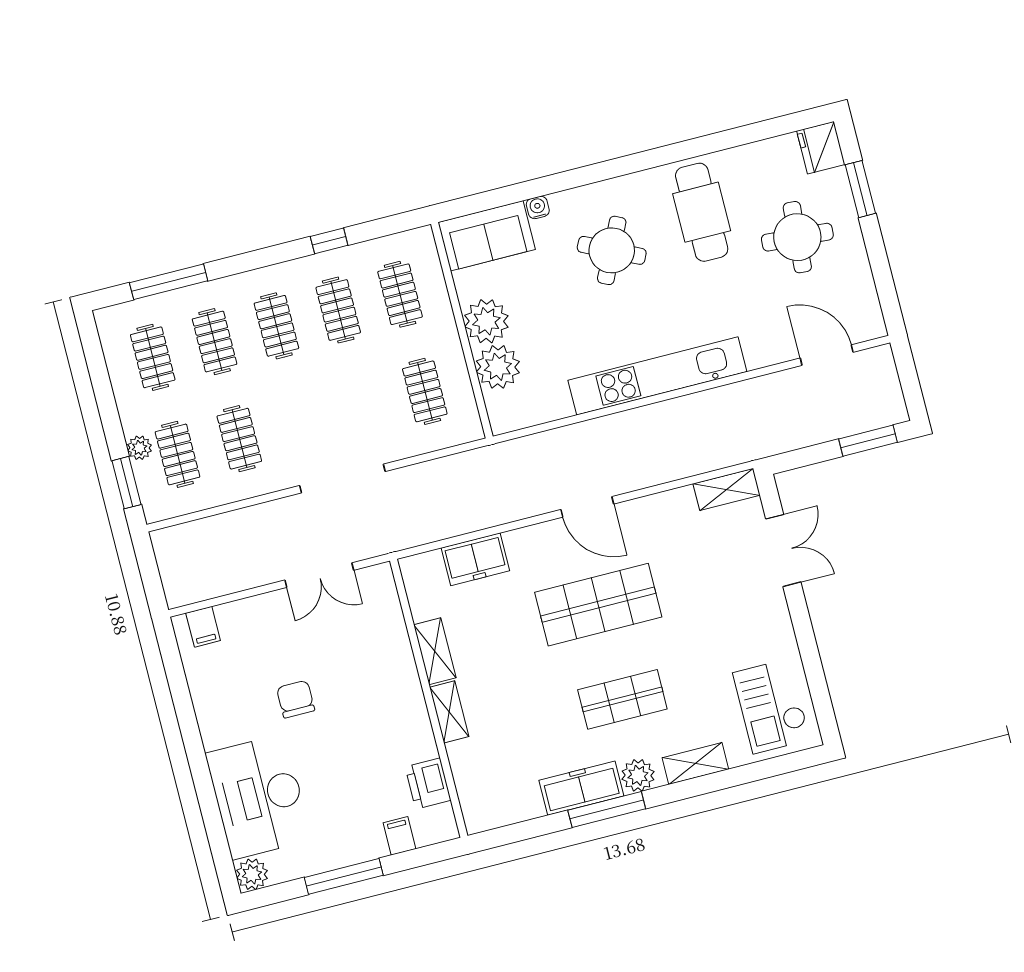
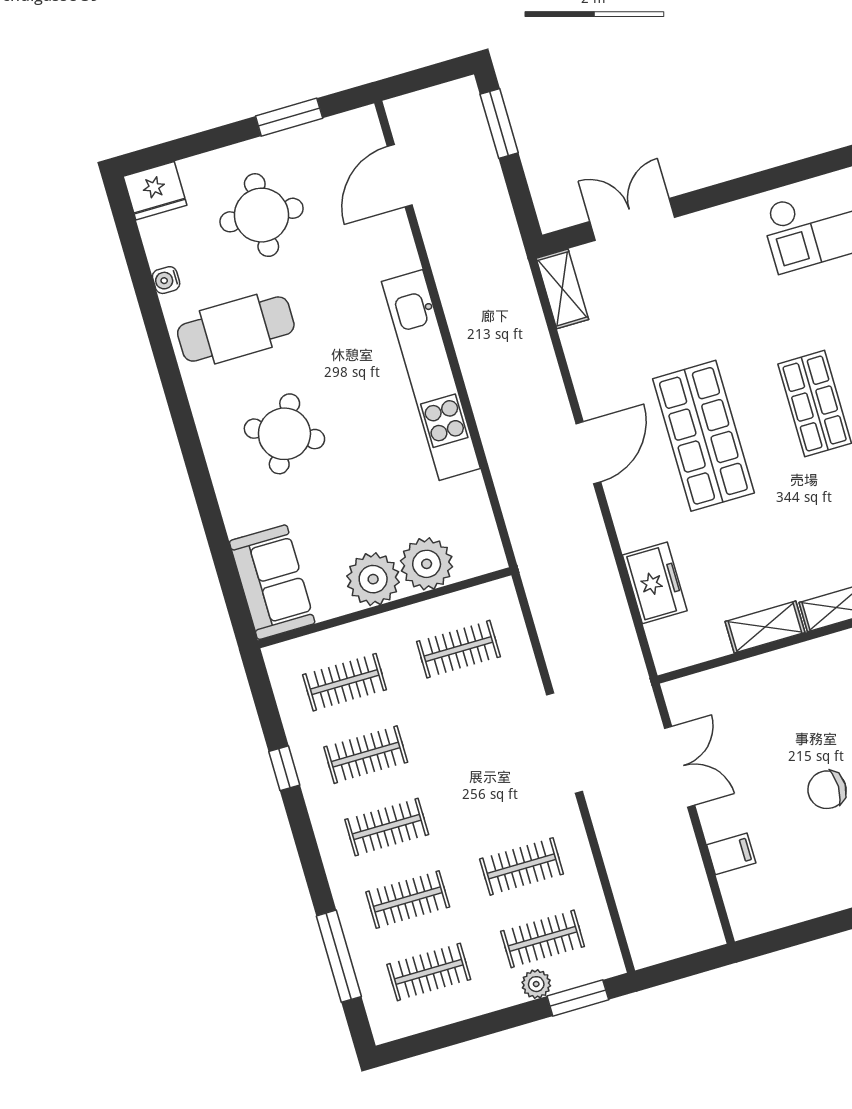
window: (860, 189) -> (289, 117), moved
water cooler: (538, 207) -> (166, 280), moved
filing cabinet: (203, 627) -> (731, 854), moved

